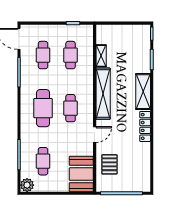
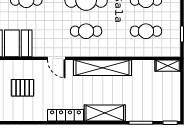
shelving: (101, 56) -> (168, 66), moved
pallet: (109, 164) -> (23, 88), moved

